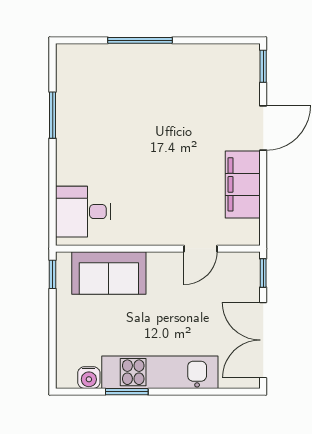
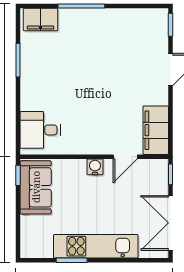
filing cabinet: (84, 59) -> (41, 20), added
filing cabinet: (243, 184) -> (156, 130), moved
sofa: (109, 273) -> (36, 187), moved, turned -90
water cooler: (89, 378) -> (95, 167), moved, turned 180

